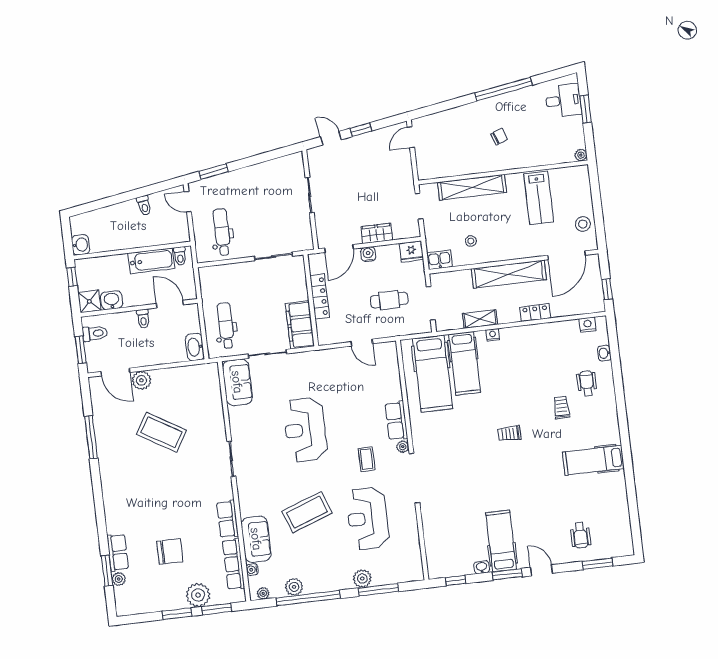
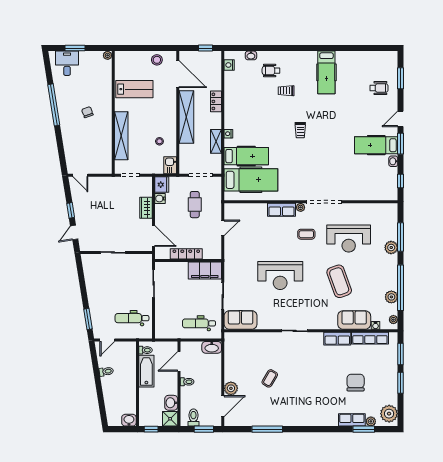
water cooler: (368, 254) -> (160, 199), moved
coffee table: (161, 432) -> (270, 378), width x0.54, depth x0.58
plant: (198, 595) -> (389, 414), moved

